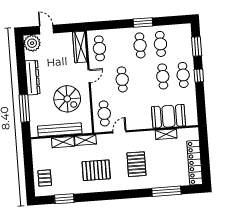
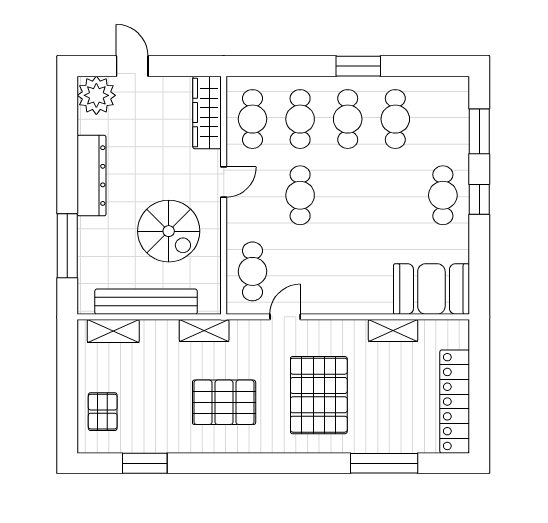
cafe table: (163, 76) -> (300, 119), moved
booth: (168, 116) -> (431, 289), moved
shelving: (63, 142) -> (113, 331), moved
pallet: (136, 164) -> (319, 395), width x1.37, depth x1.41

